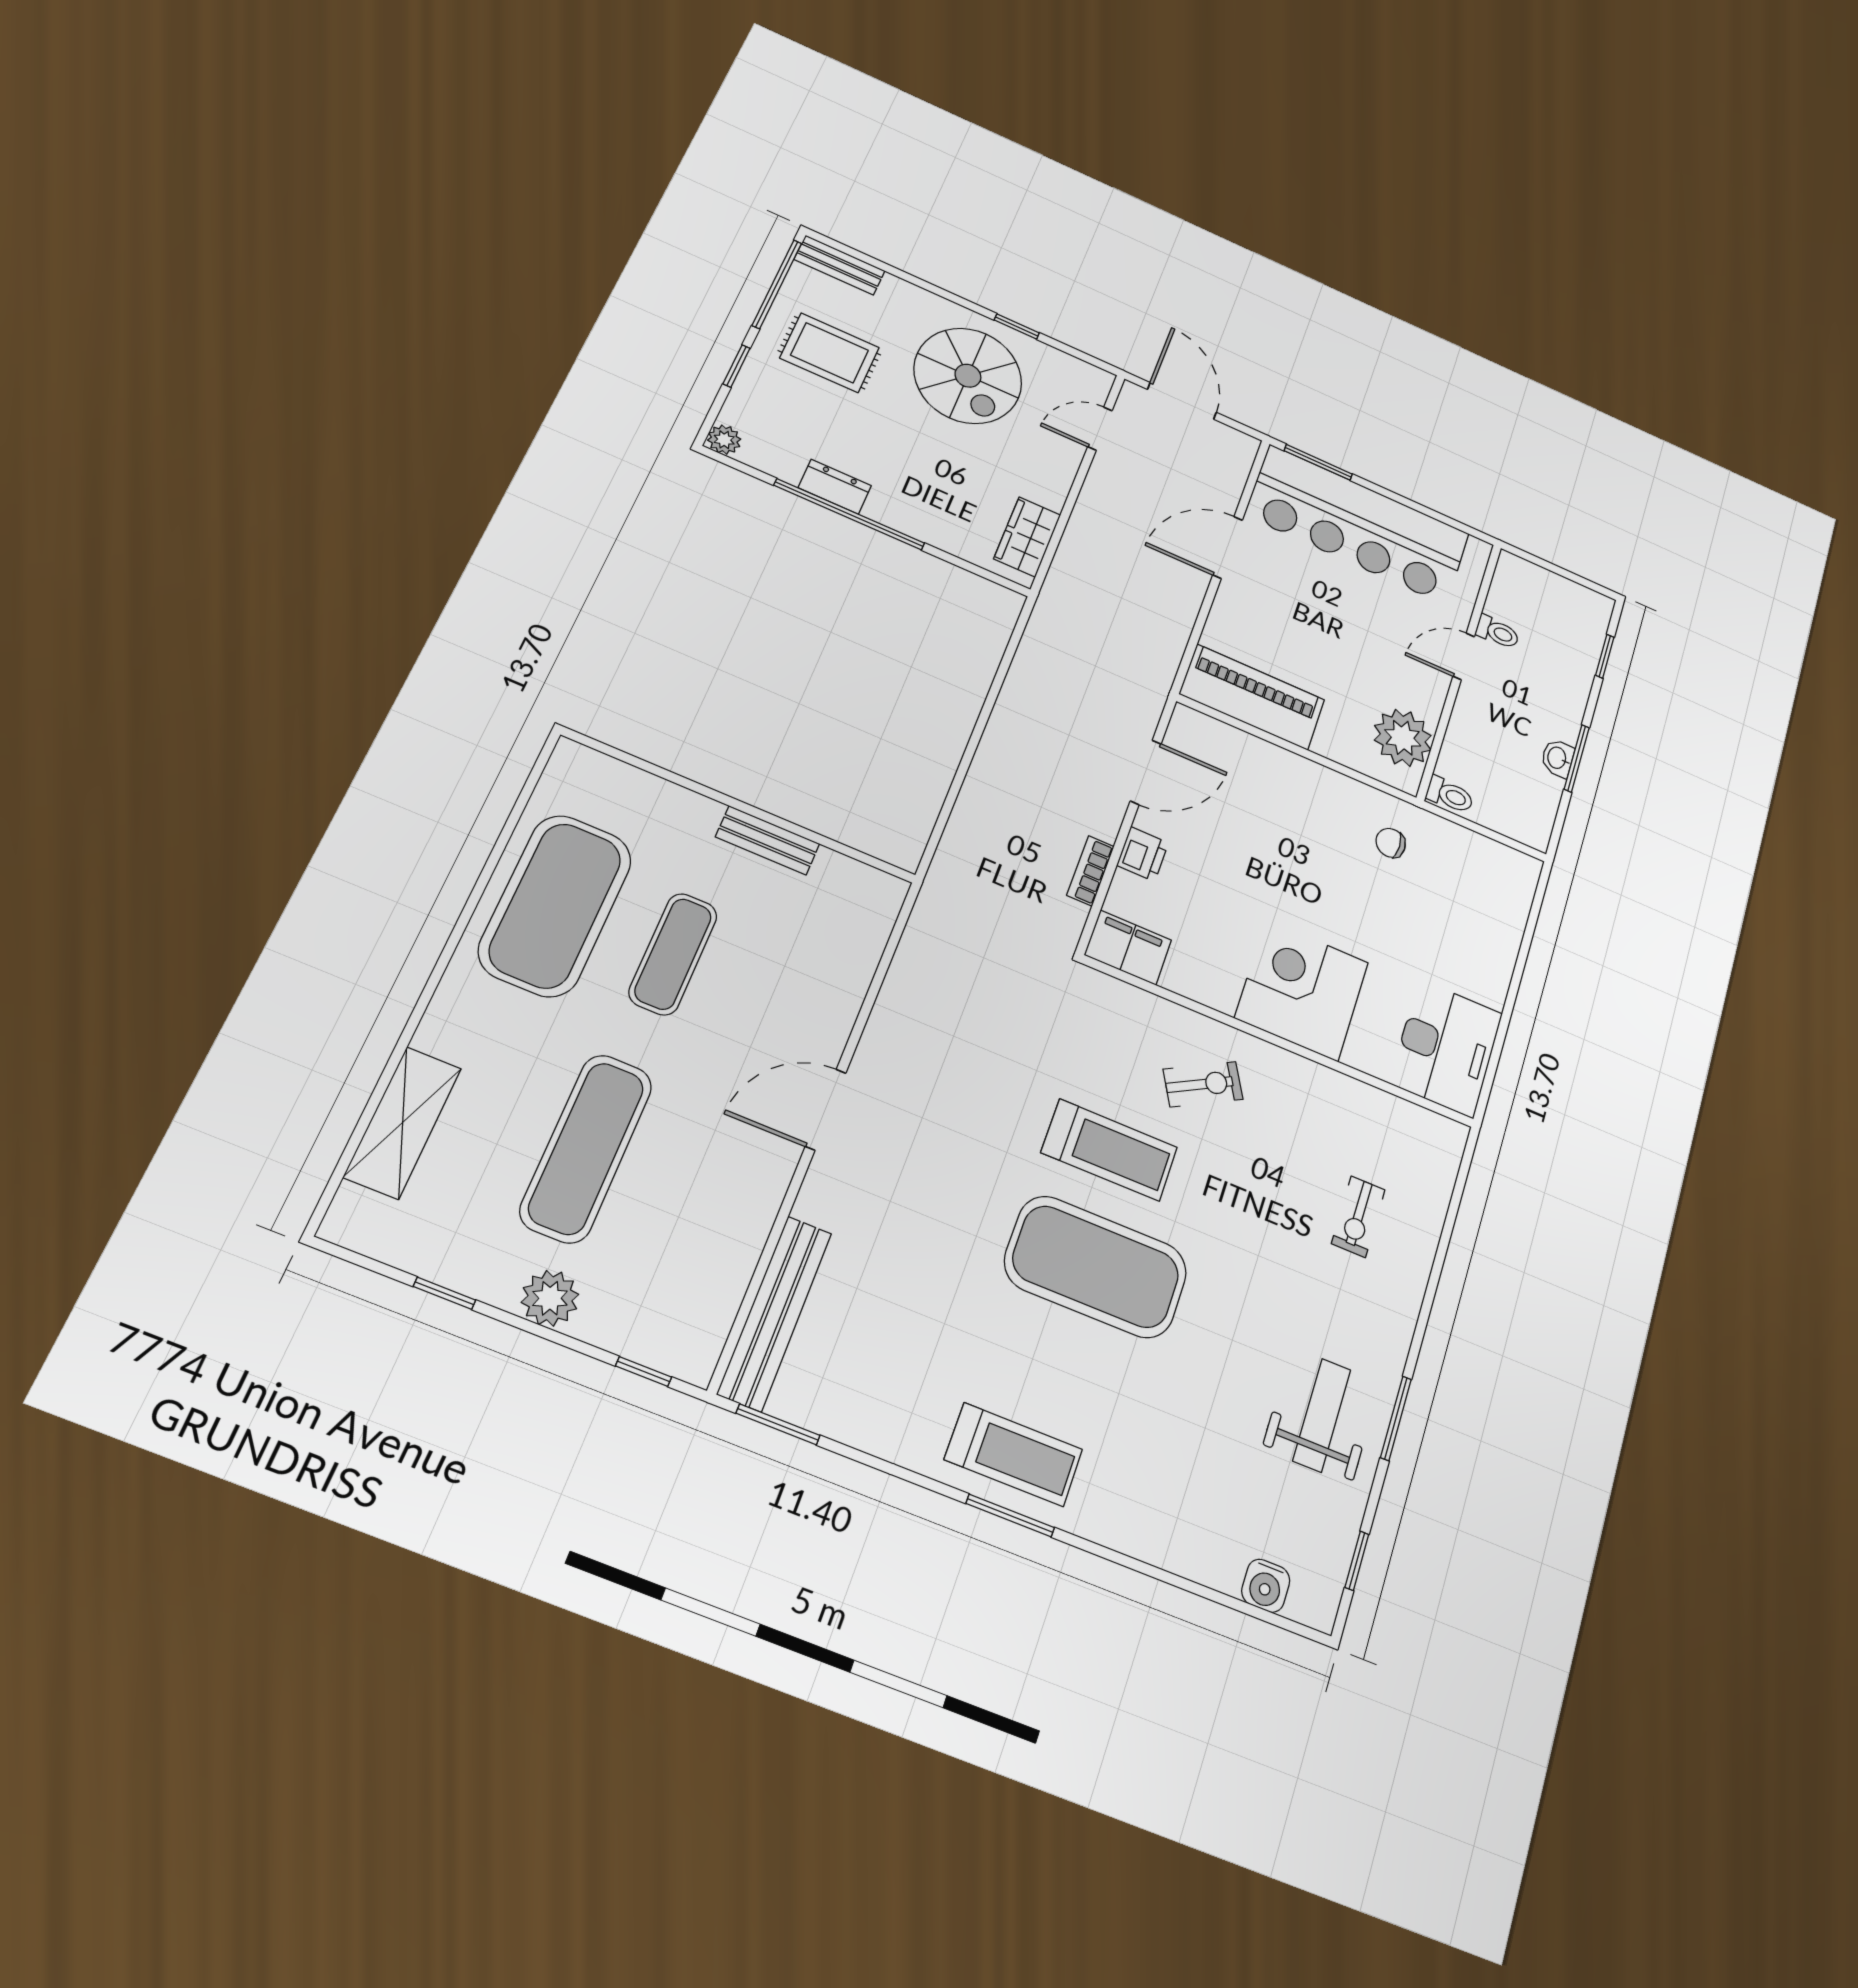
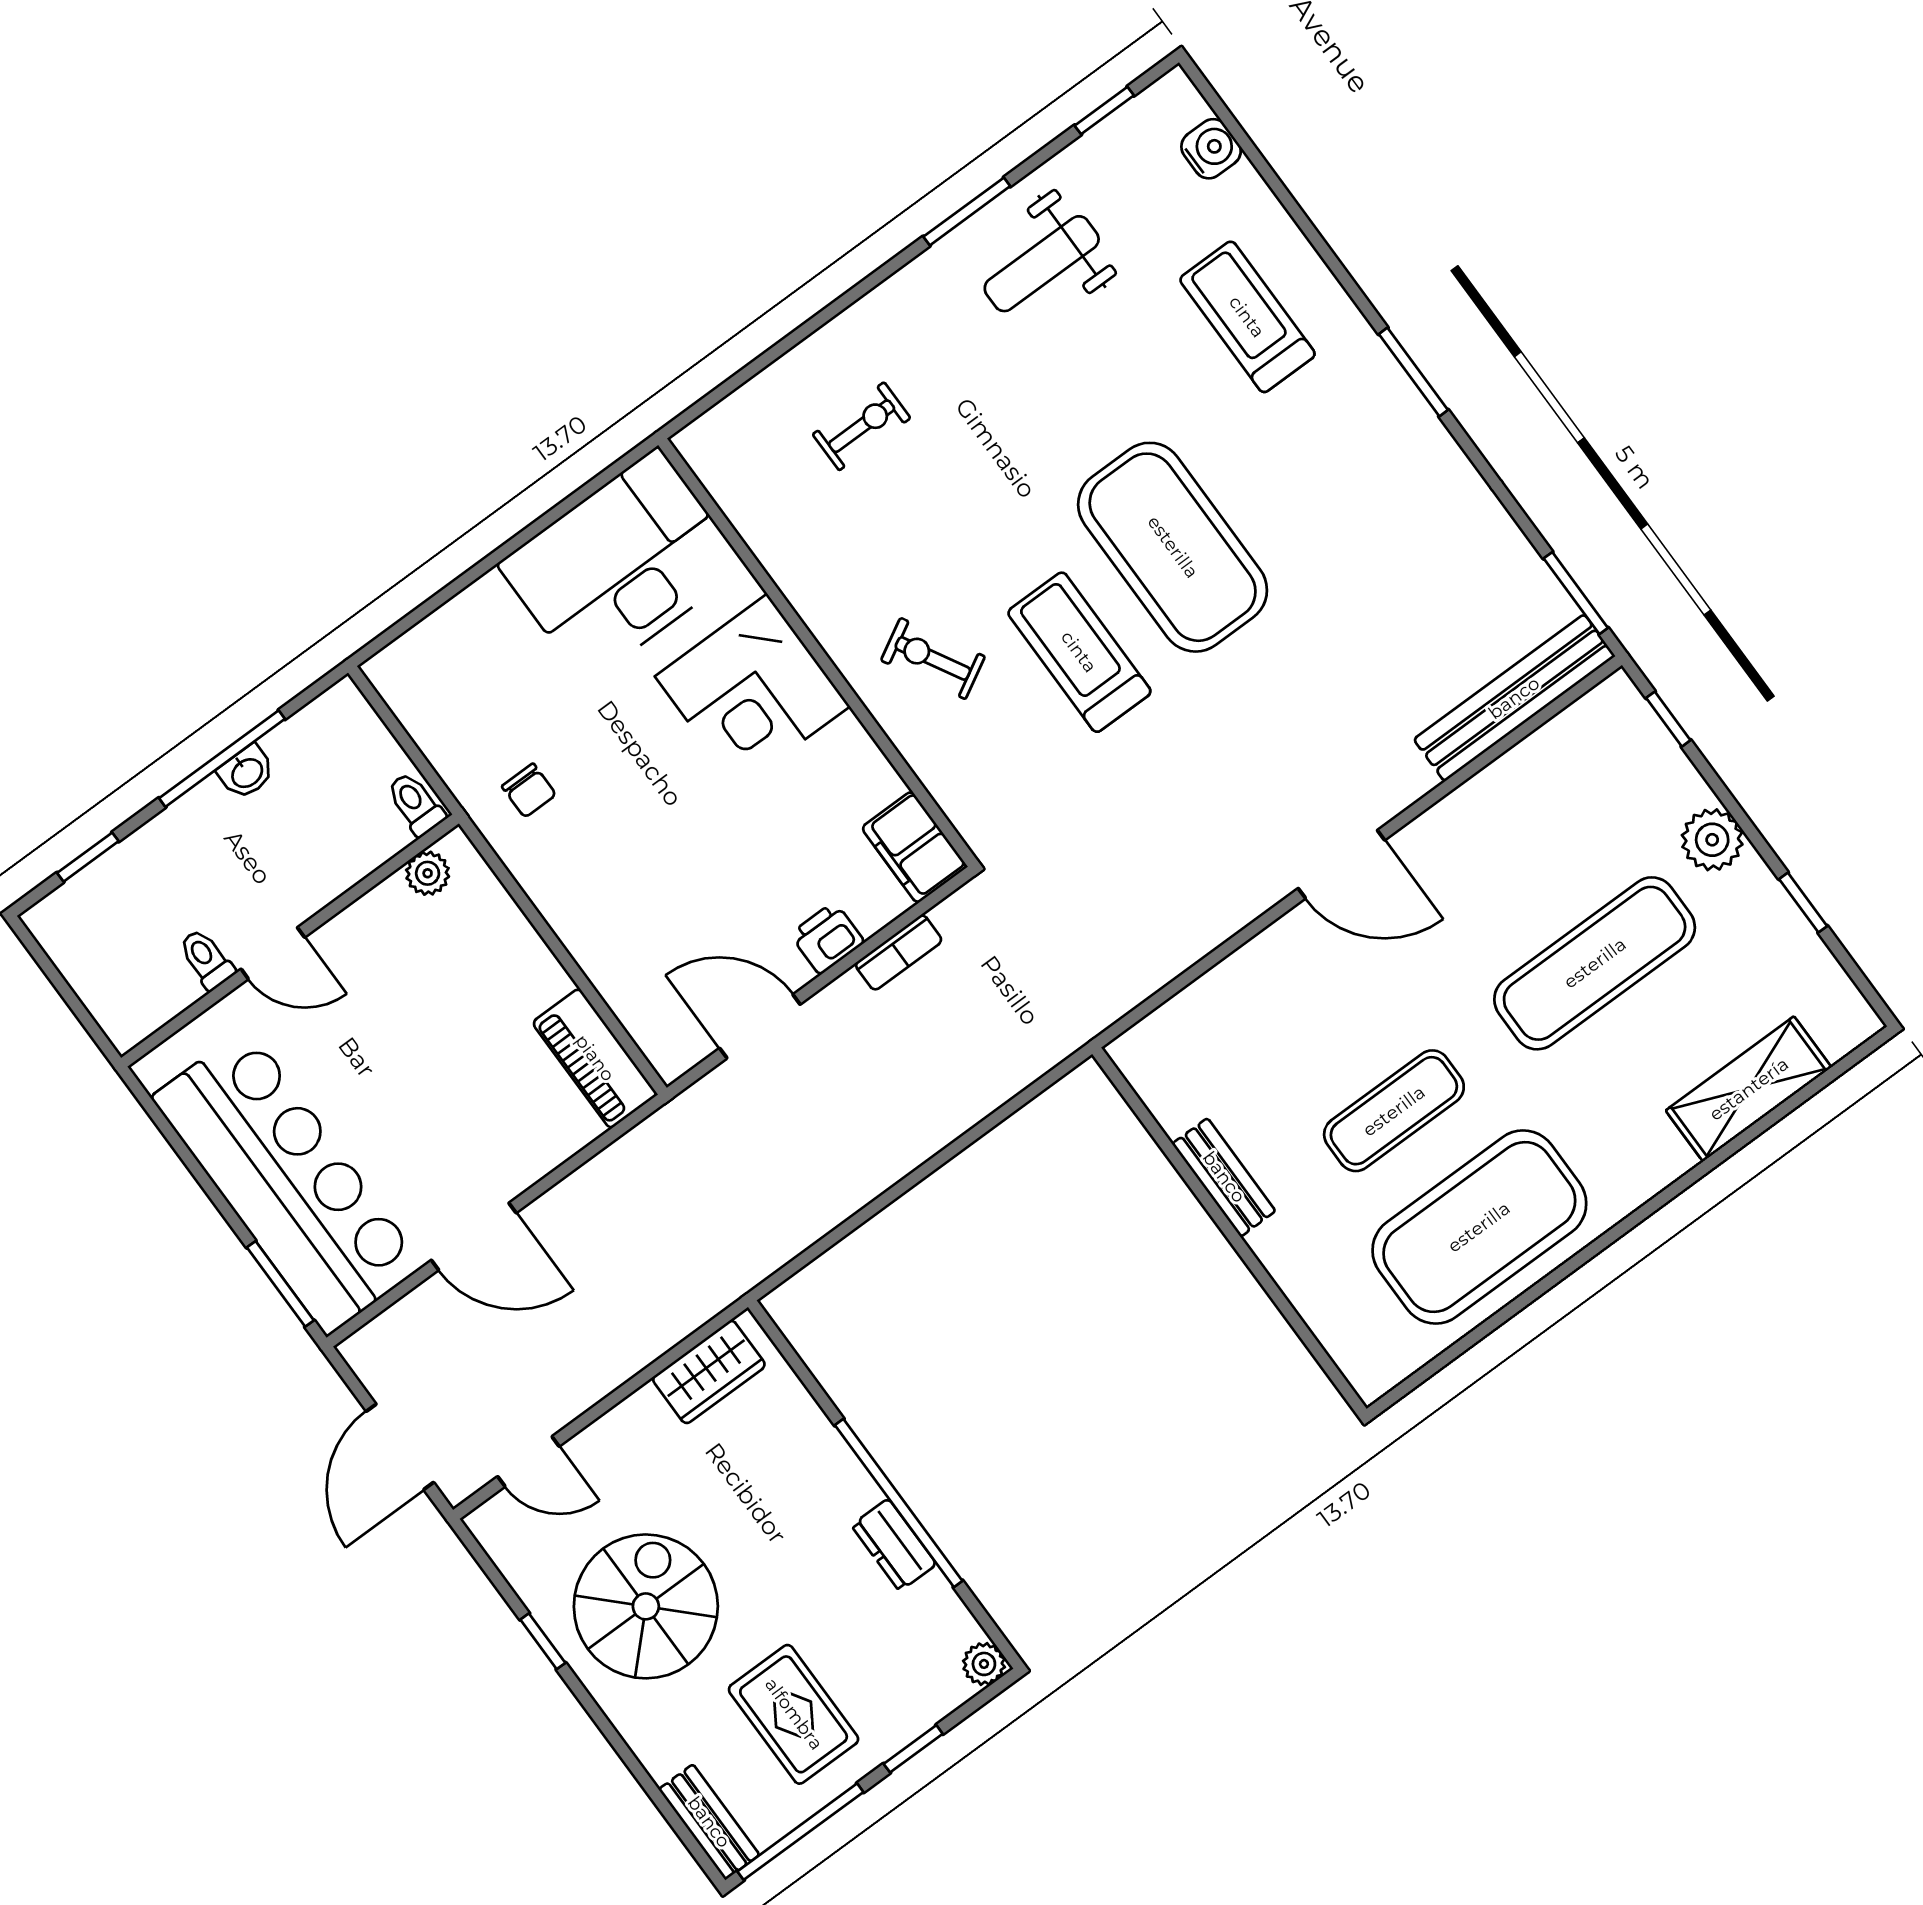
piano: (1252, 697) -> (595, 1058), width x0.73, depth x0.75
plant: (1403, 738) -> (428, 873), width x0.53, depth x0.53
window: (1577, 758) -> (222, 759), width x1.44
desk: (1446, 1048) -> (622, 565), width x1.36, depth x1.30
treadmill: (1014, 1454) -> (1247, 317), moved

